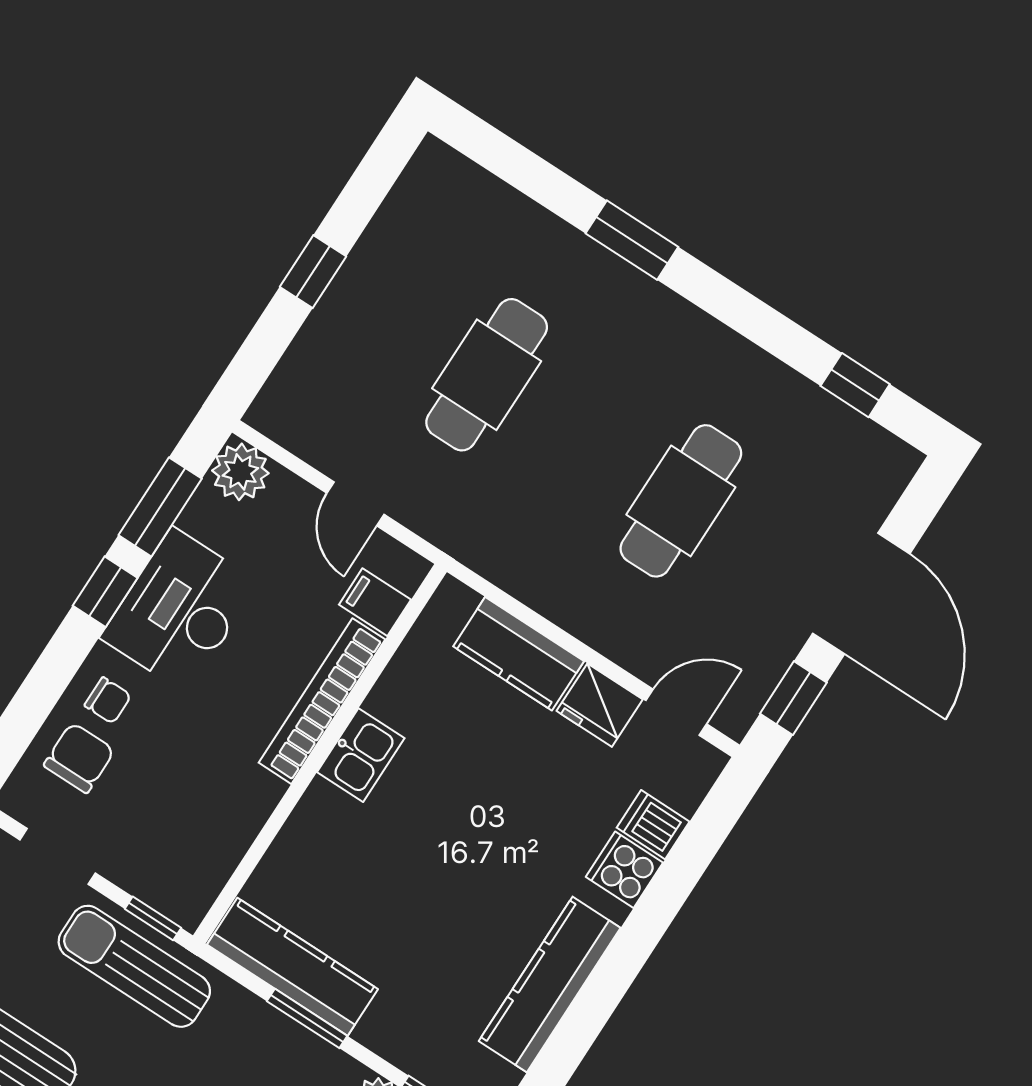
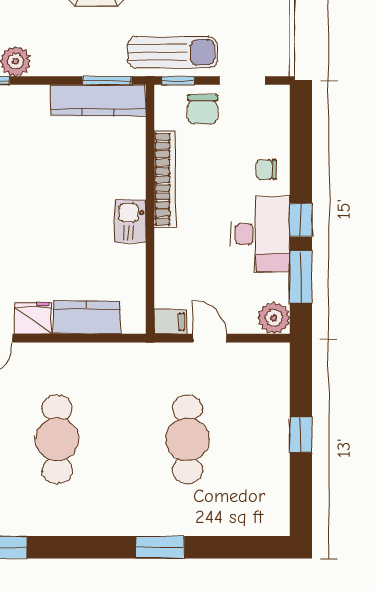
filing cabinet: (375, 602) -> (170, 322), moved
bookcase: (322, 701) -> (165, 179), moved
chair: (79, 758) -> (203, 109), moved
window: (307, 1018) -> (107, 81), moved

